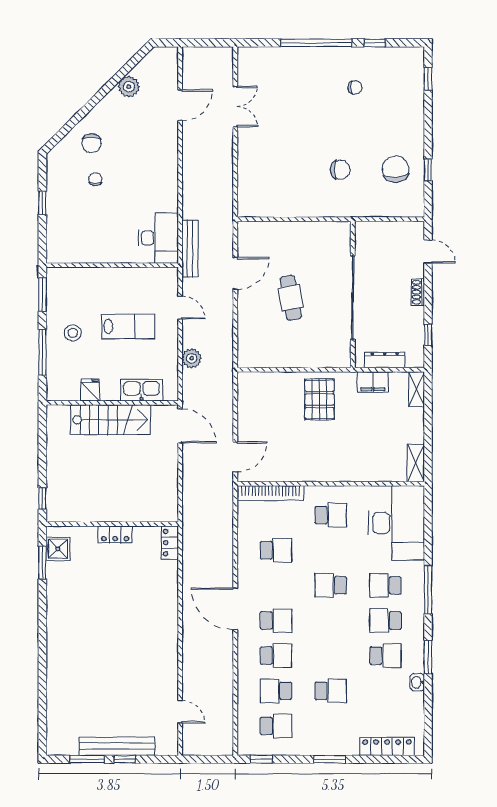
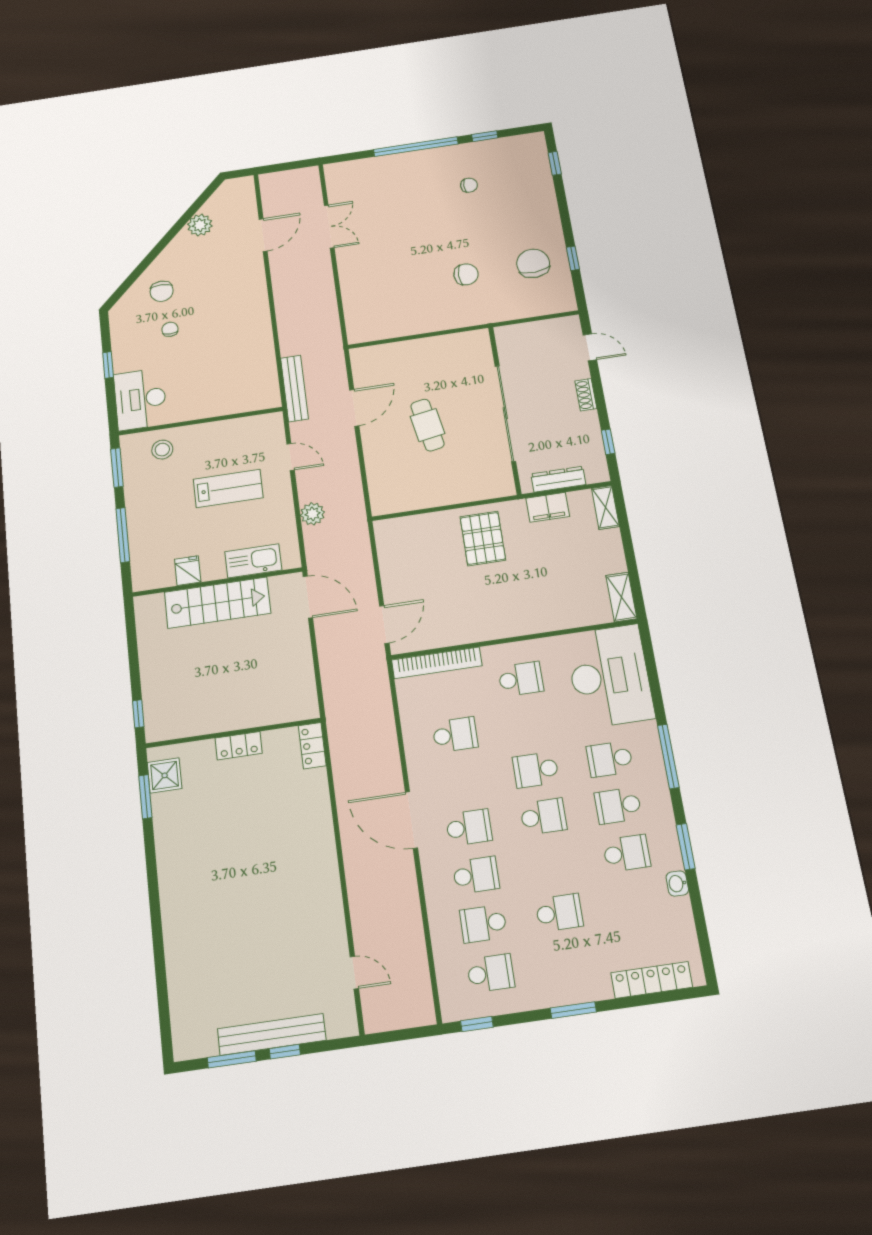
desk: (158, 238) -> (140, 399), moved, turned 180
stool: (73, 333) -> (162, 450), moved
school desk: (331, 621) -> (543, 817), added

